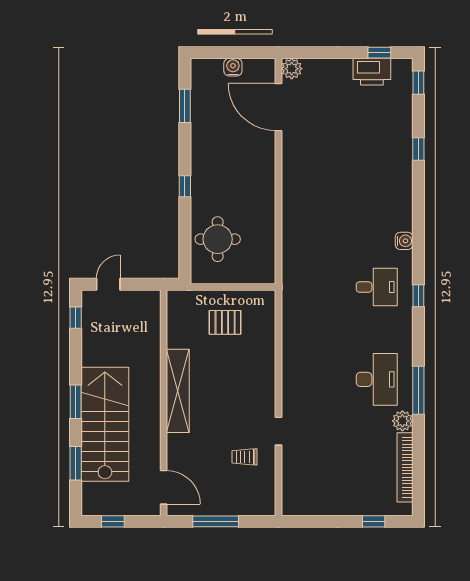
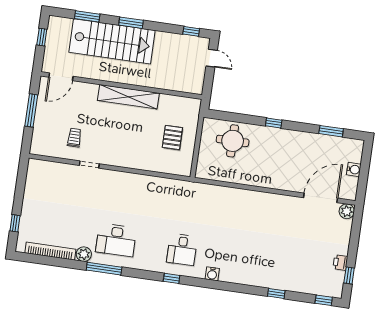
printer: (372, 72) -> (340, 262), width x0.53, depth x0.68

